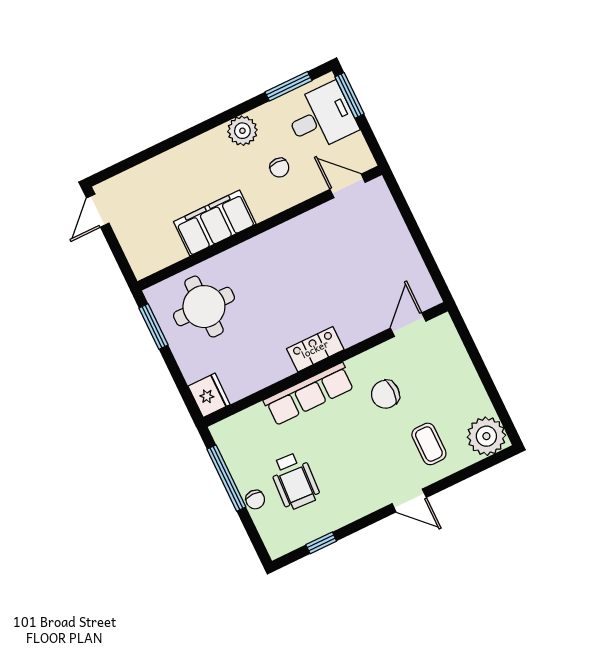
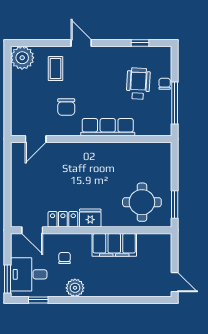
window: (289, 86) -> (38, 300), width x0.67
door: (98, 211) -> (175, 282), hinge flipped
locker: (315, 349) -> (63, 219), moved, turned 180
chair: (385, 394) -> (66, 107), turned 90
fridge: (209, 395) -> (90, 218), moved, turned 90

